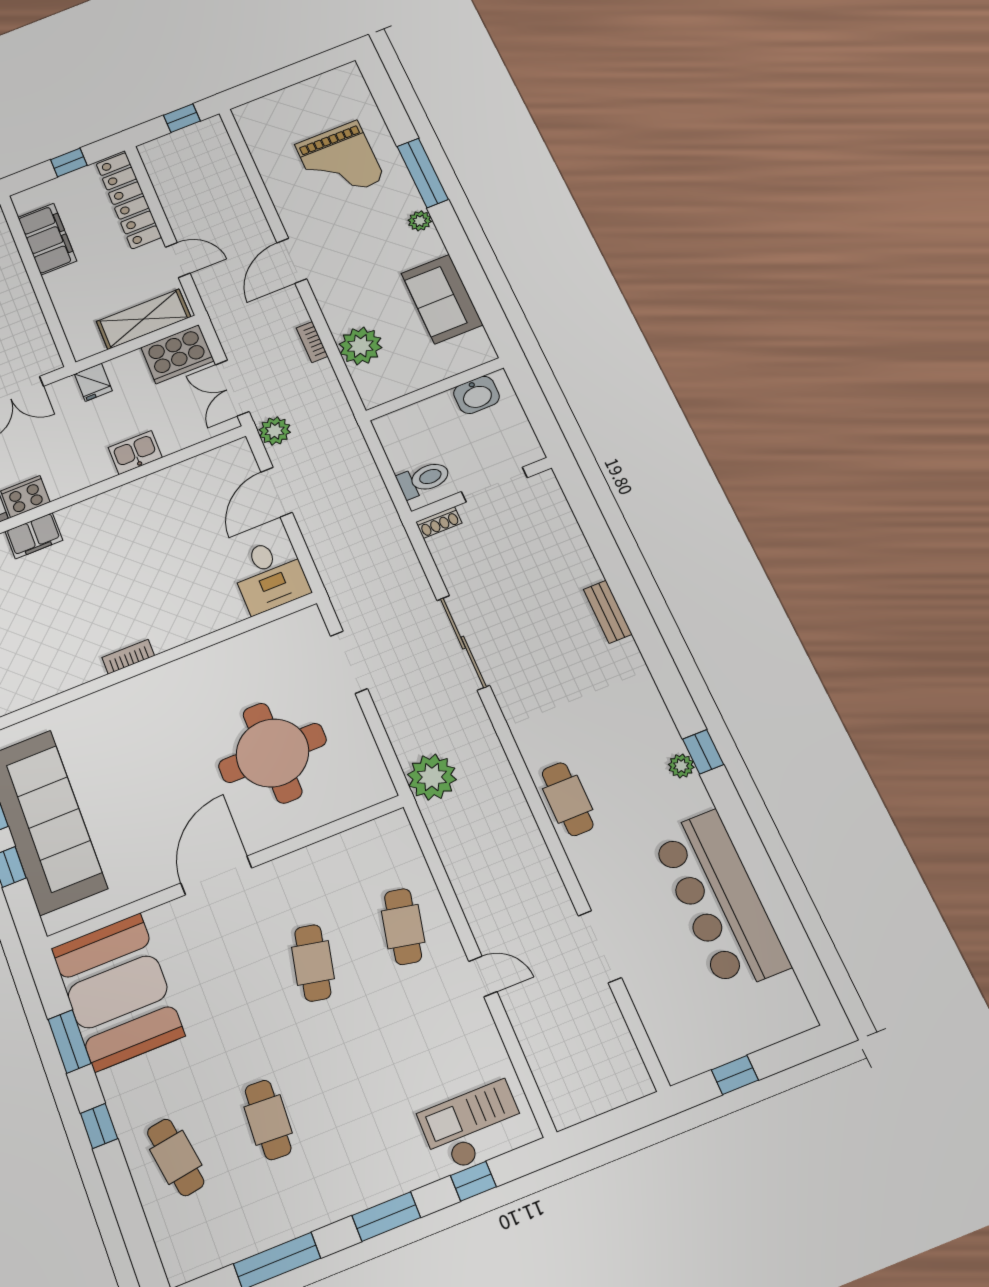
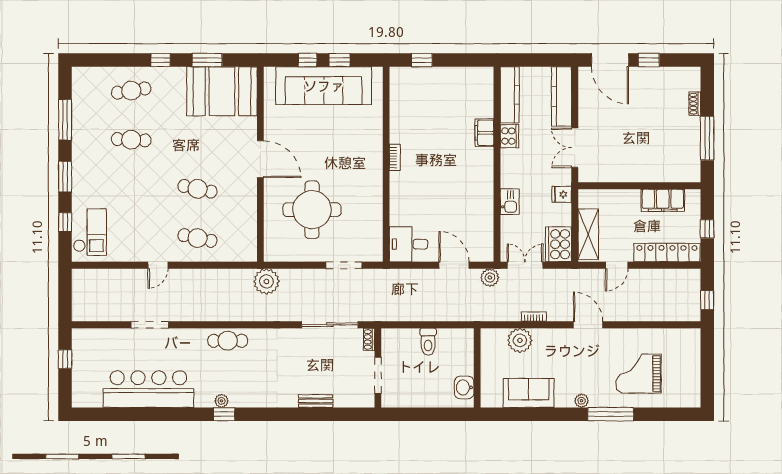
doorway: (494, 485) -> (378, 375), moved
wall: (481, 490) -> (378, 368), moved
shoe rack: (439, 522) -> (369, 339), moved

